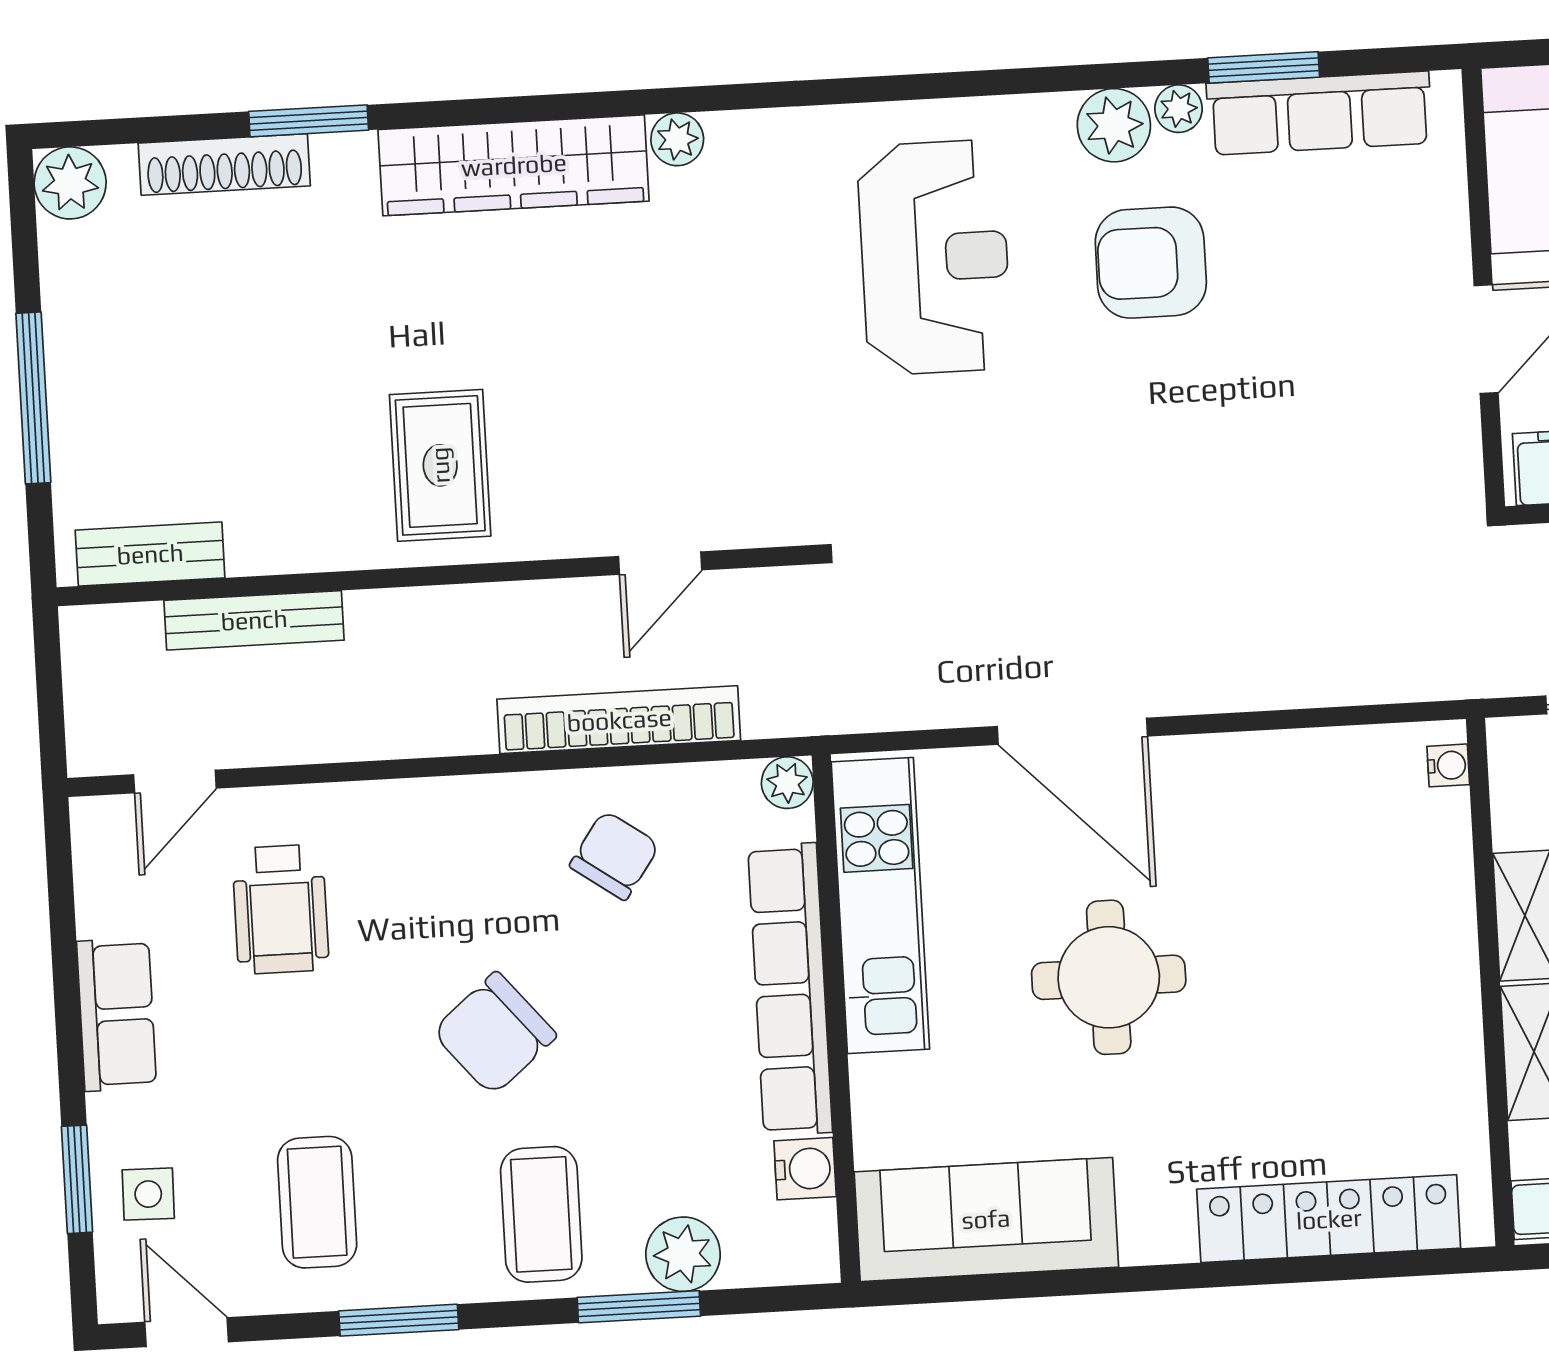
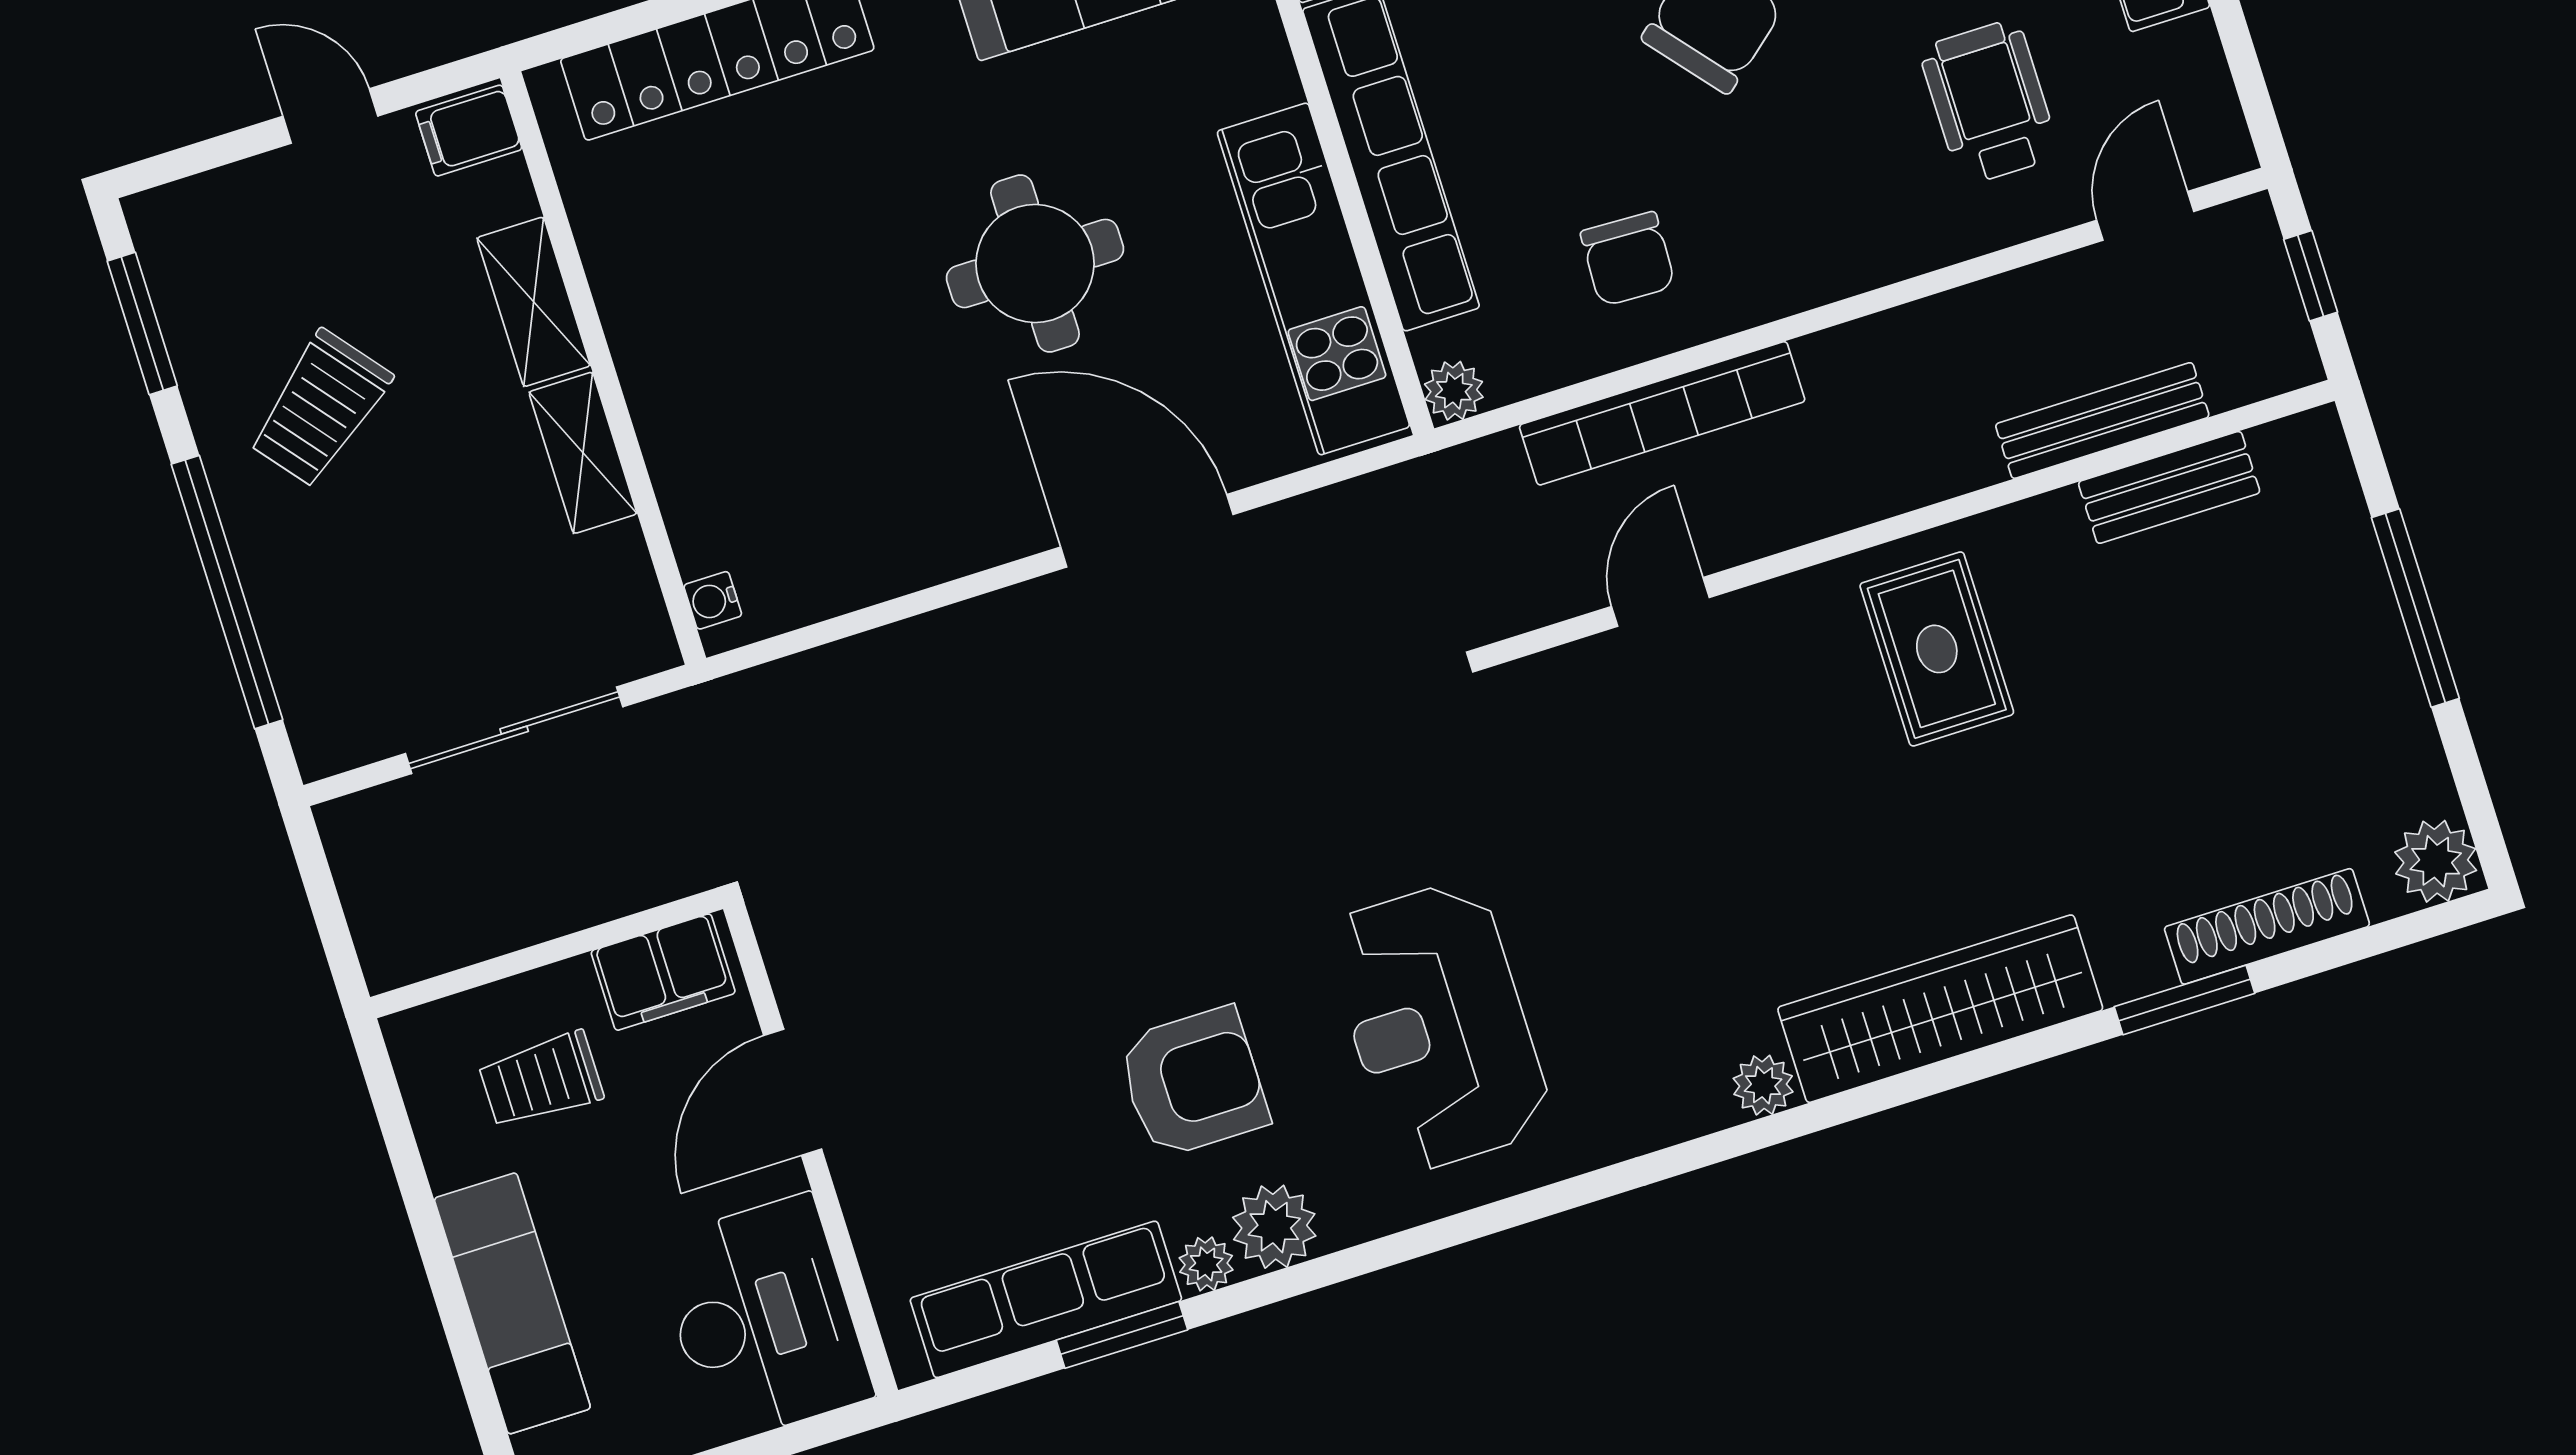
bench: (150, 554) -> (2169, 487), moved
window: (50, 697) -> (2311, 276), added
chair: (615, 855) -> (1628, 259), turned -33

